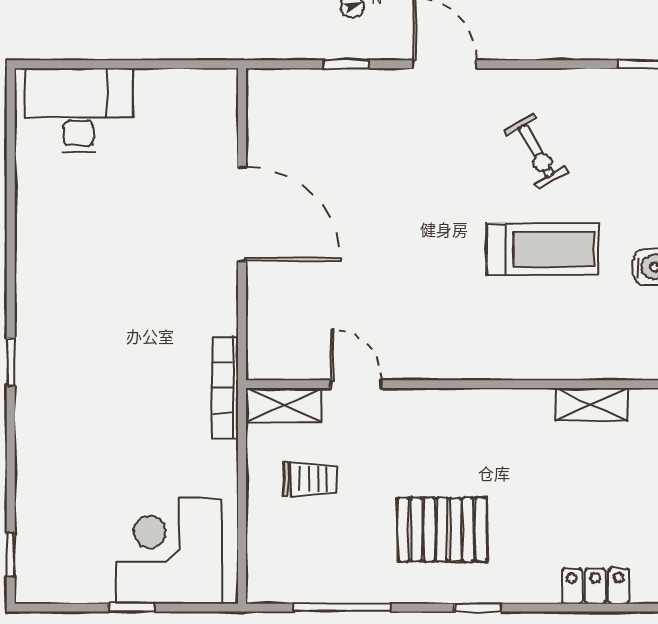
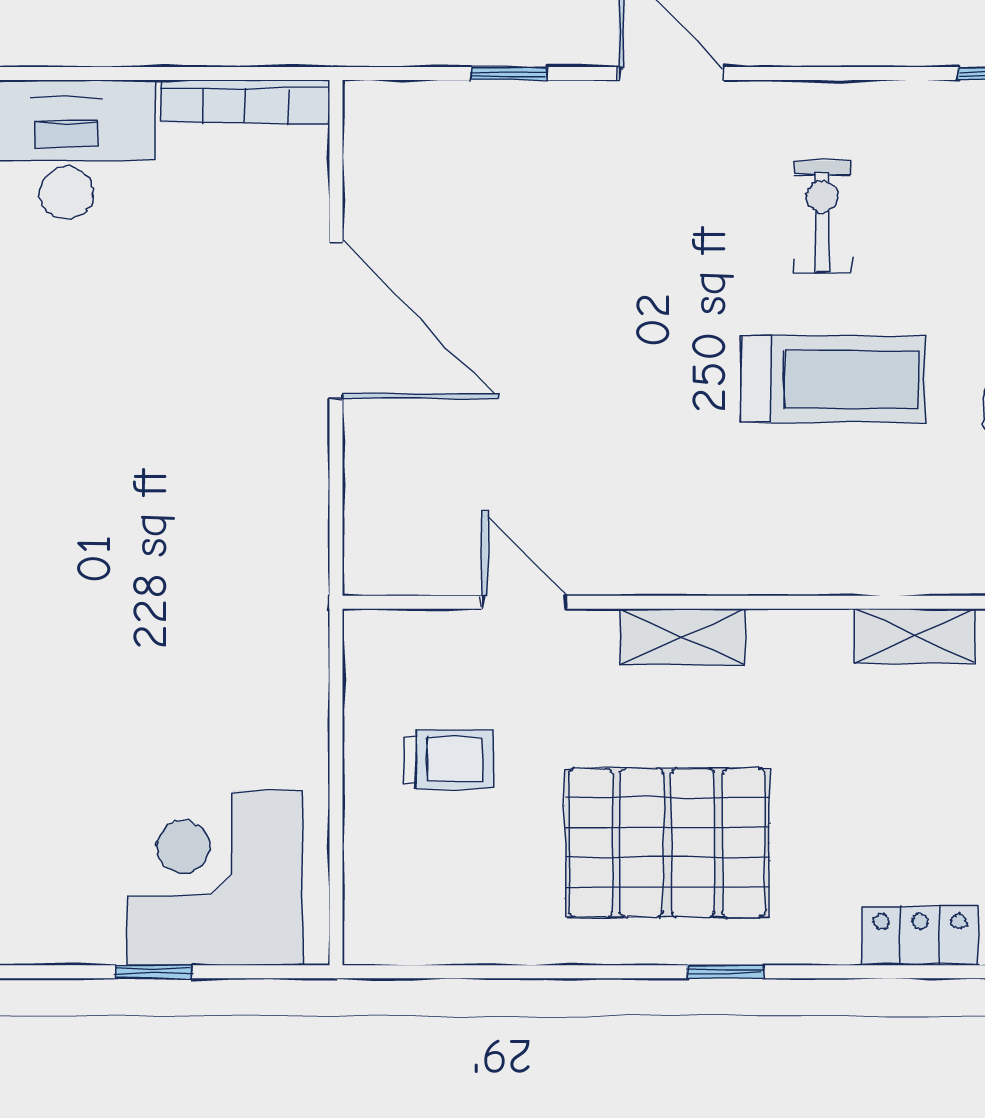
exercise bike: (536, 151) -> (822, 217), turned -150
bookcase: (225, 388) -> (245, 101), moved, turned -90
shelving: (284, 405) -> (682, 637), moved
pallet: (442, 530) -> (667, 843), width x1.37, depth x1.41
window: (342, 608) -> (501, 972), removed

